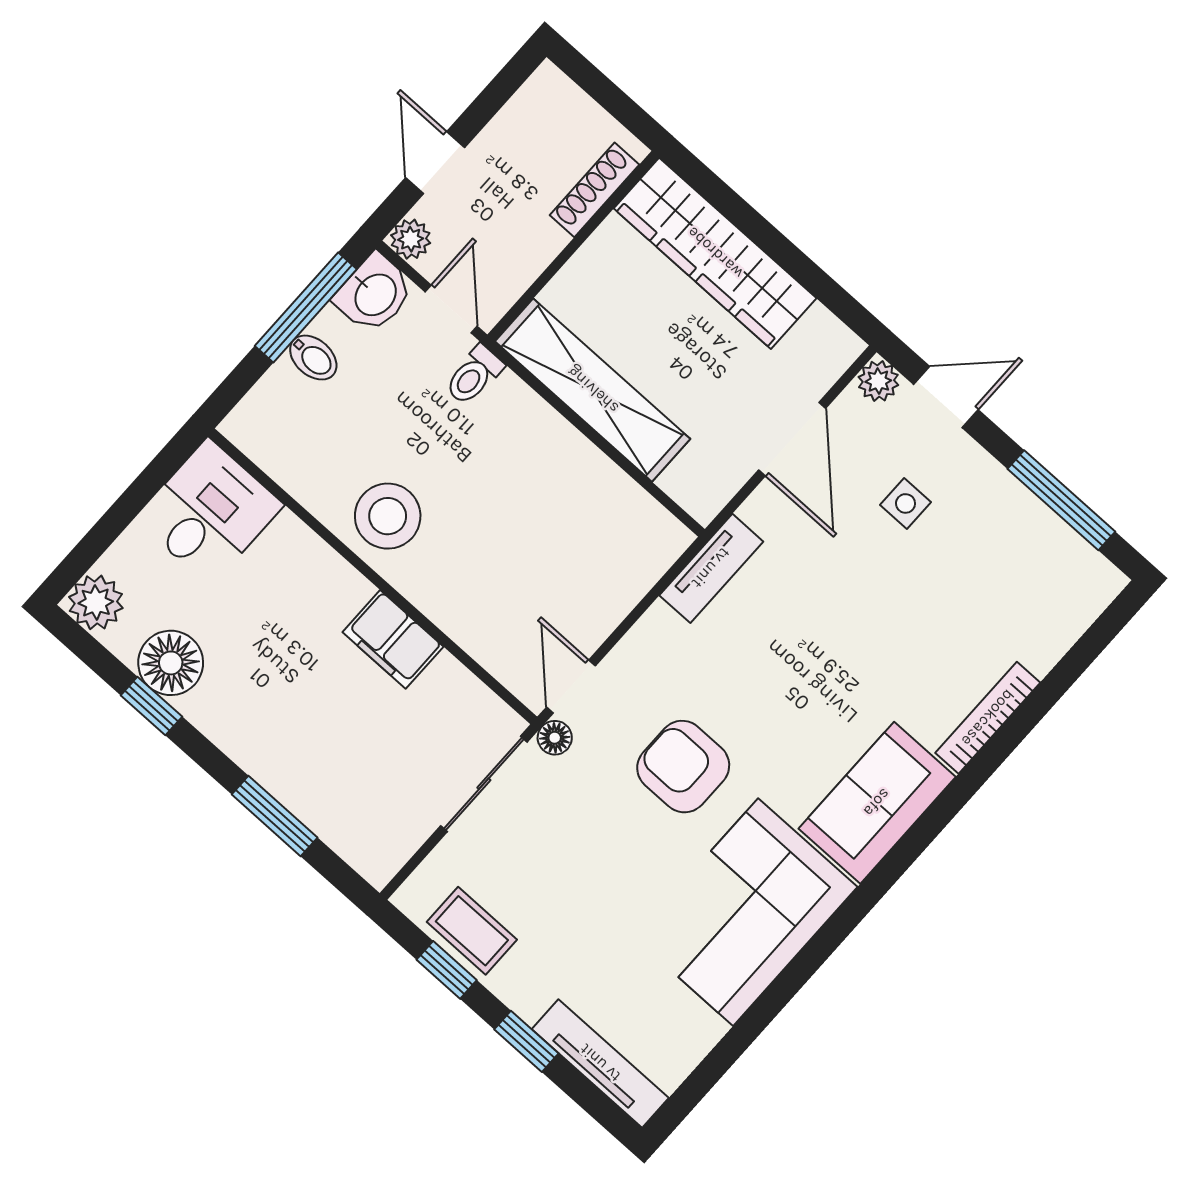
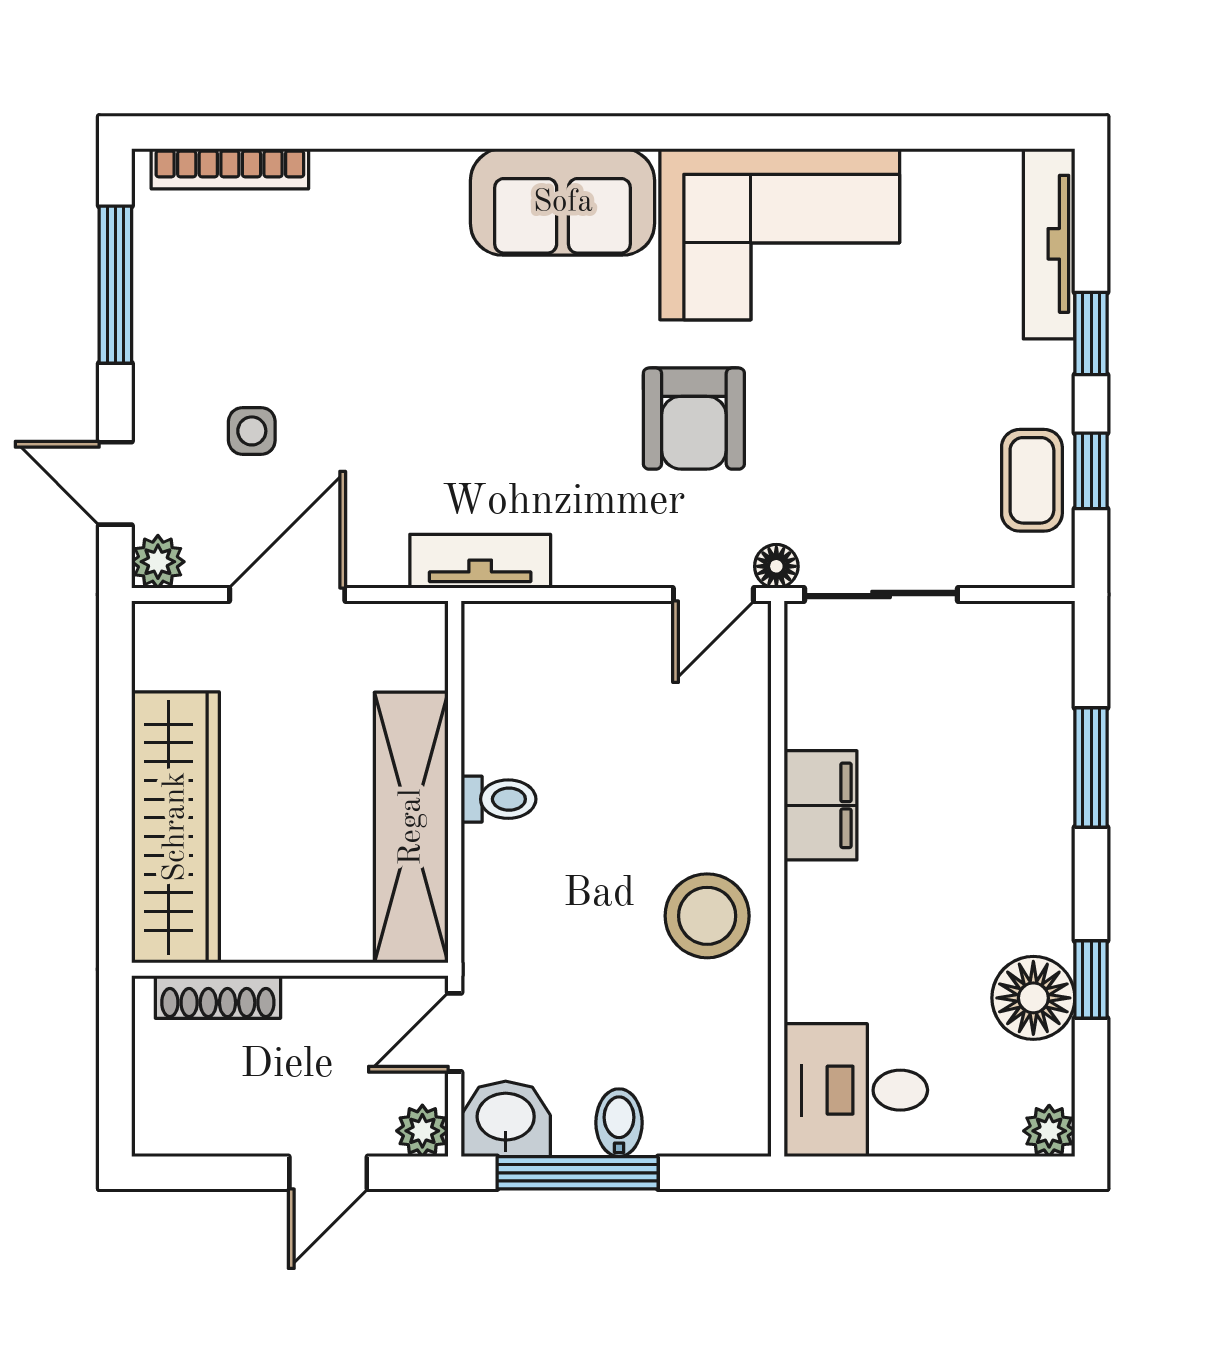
toilet: (474, 375) -> (498, 799), moved
plant: (96, 602) -> (1049, 1131), width x0.73, depth x0.73
bookcase: (988, 718) -> (230, 169), moved

